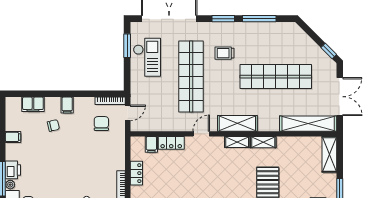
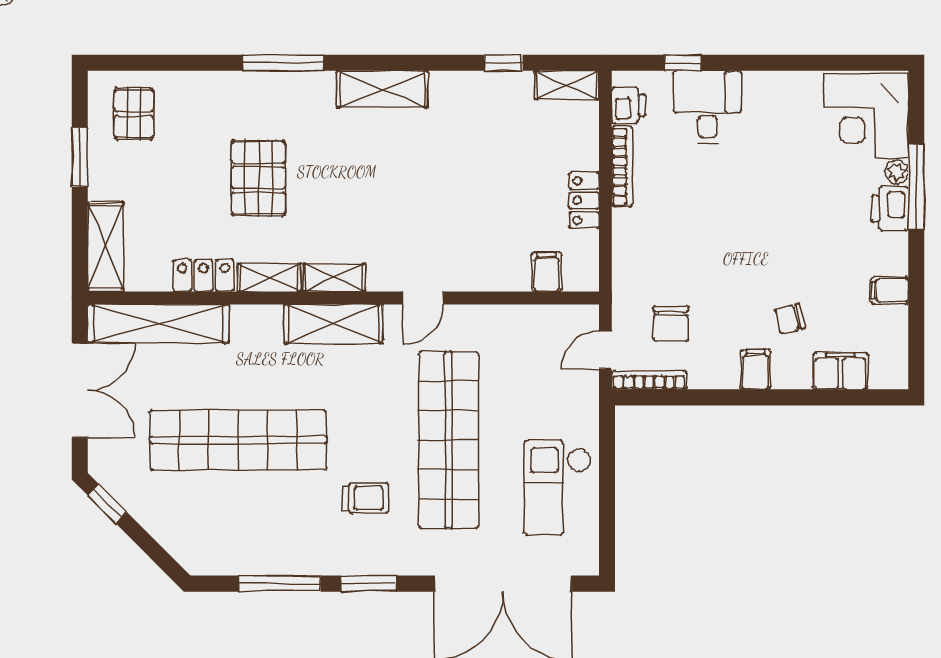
window: (127, 46) -> (607, 516), removed
double door: (340, 97) -> (80, 390), swing flipped
locker: (171, 143) -> (203, 276), moved

